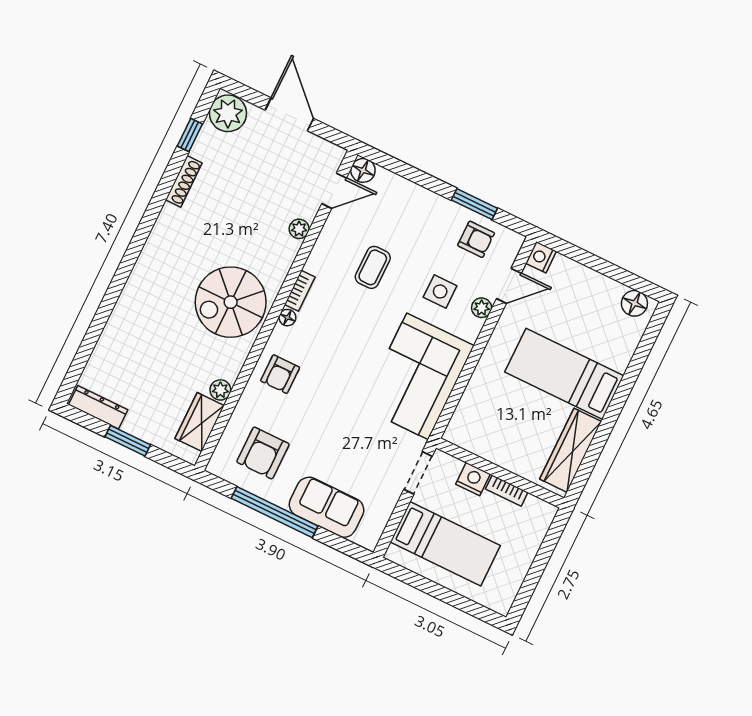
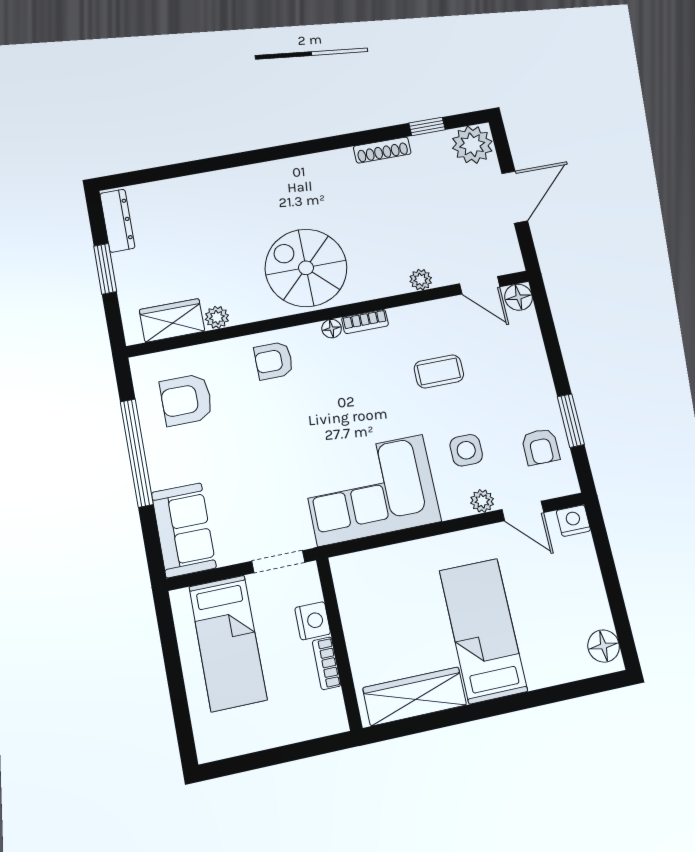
sofa: (327, 507) -> (184, 530), moved

